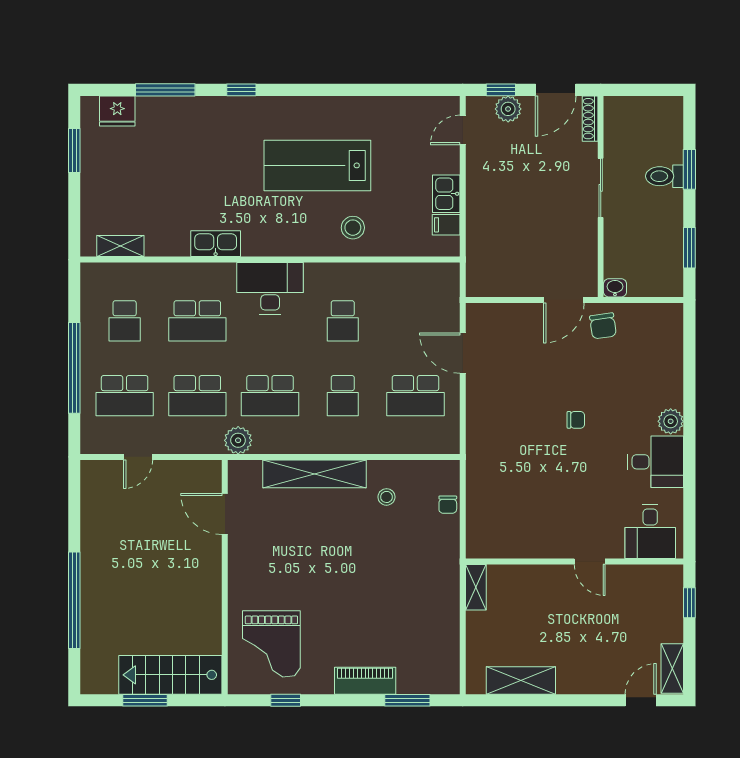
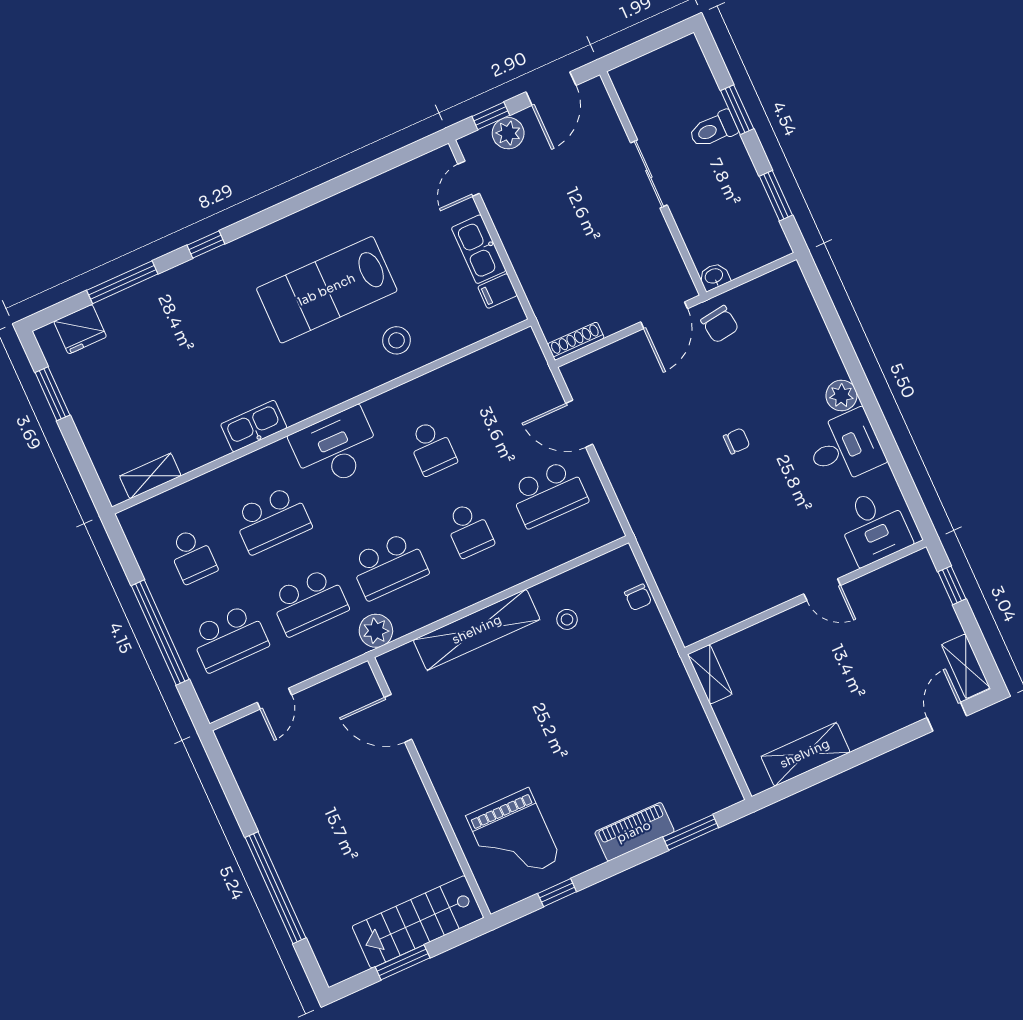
shoe rack: (590, 119) -> (576, 341), moved, turned 90
kitchen sink: (446, 194) -> (479, 249), width x1.38

